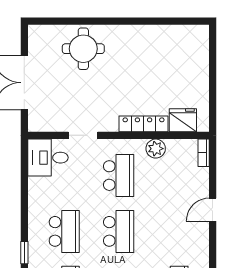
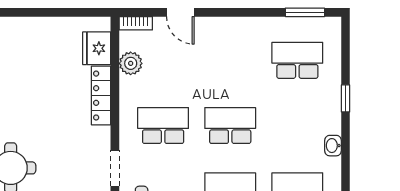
plant: (156, 149) -> (131, 63), moved
door: (213, 210) -> (180, 12), moved

